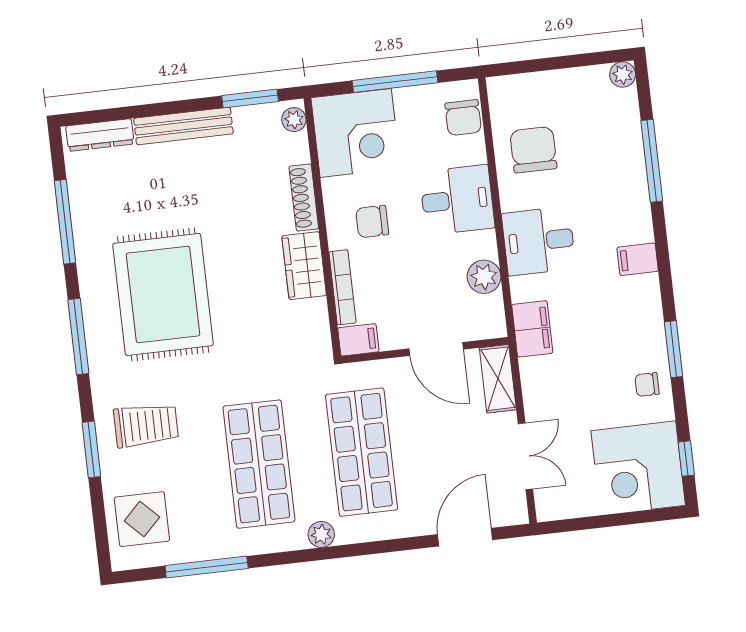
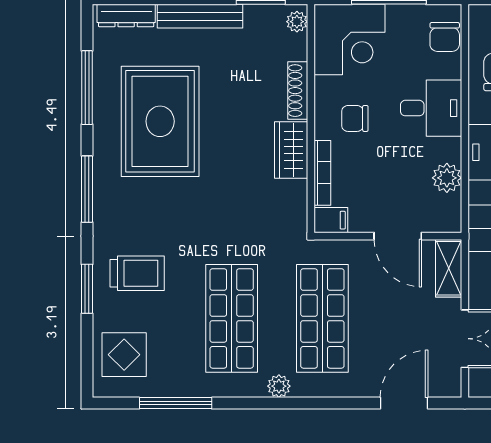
rug: (163, 295) -> (160, 121), moved

